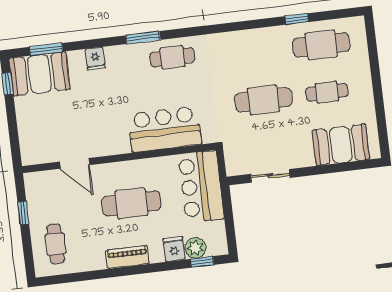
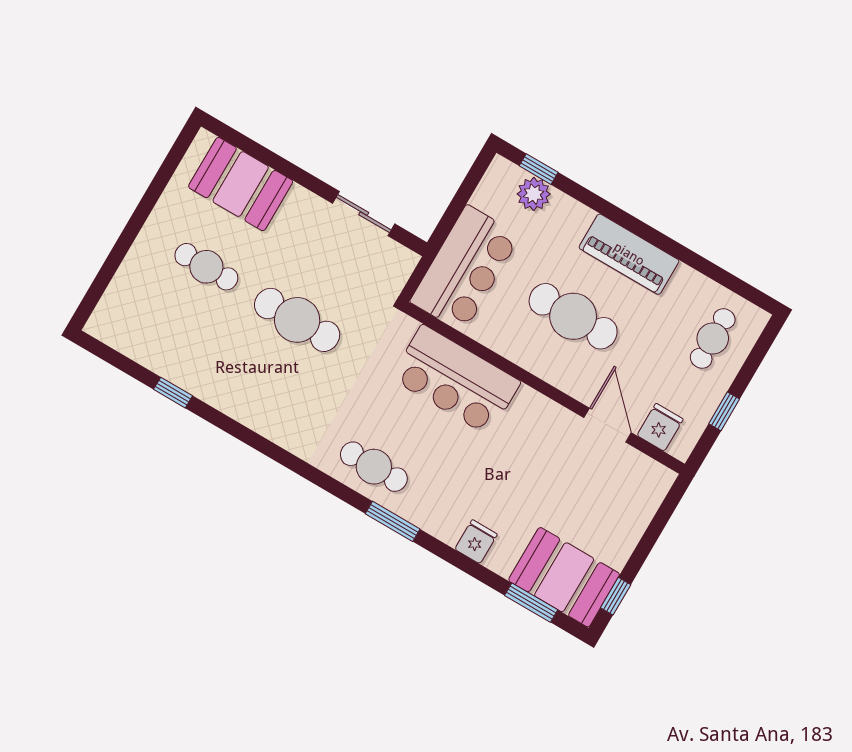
cafe table: (321, 45) -> (167, 334), removed
fridge: (174, 249) -> (660, 427), moved, turned 180
piano: (128, 257) -> (629, 254), width x1.37, depth x1.33

